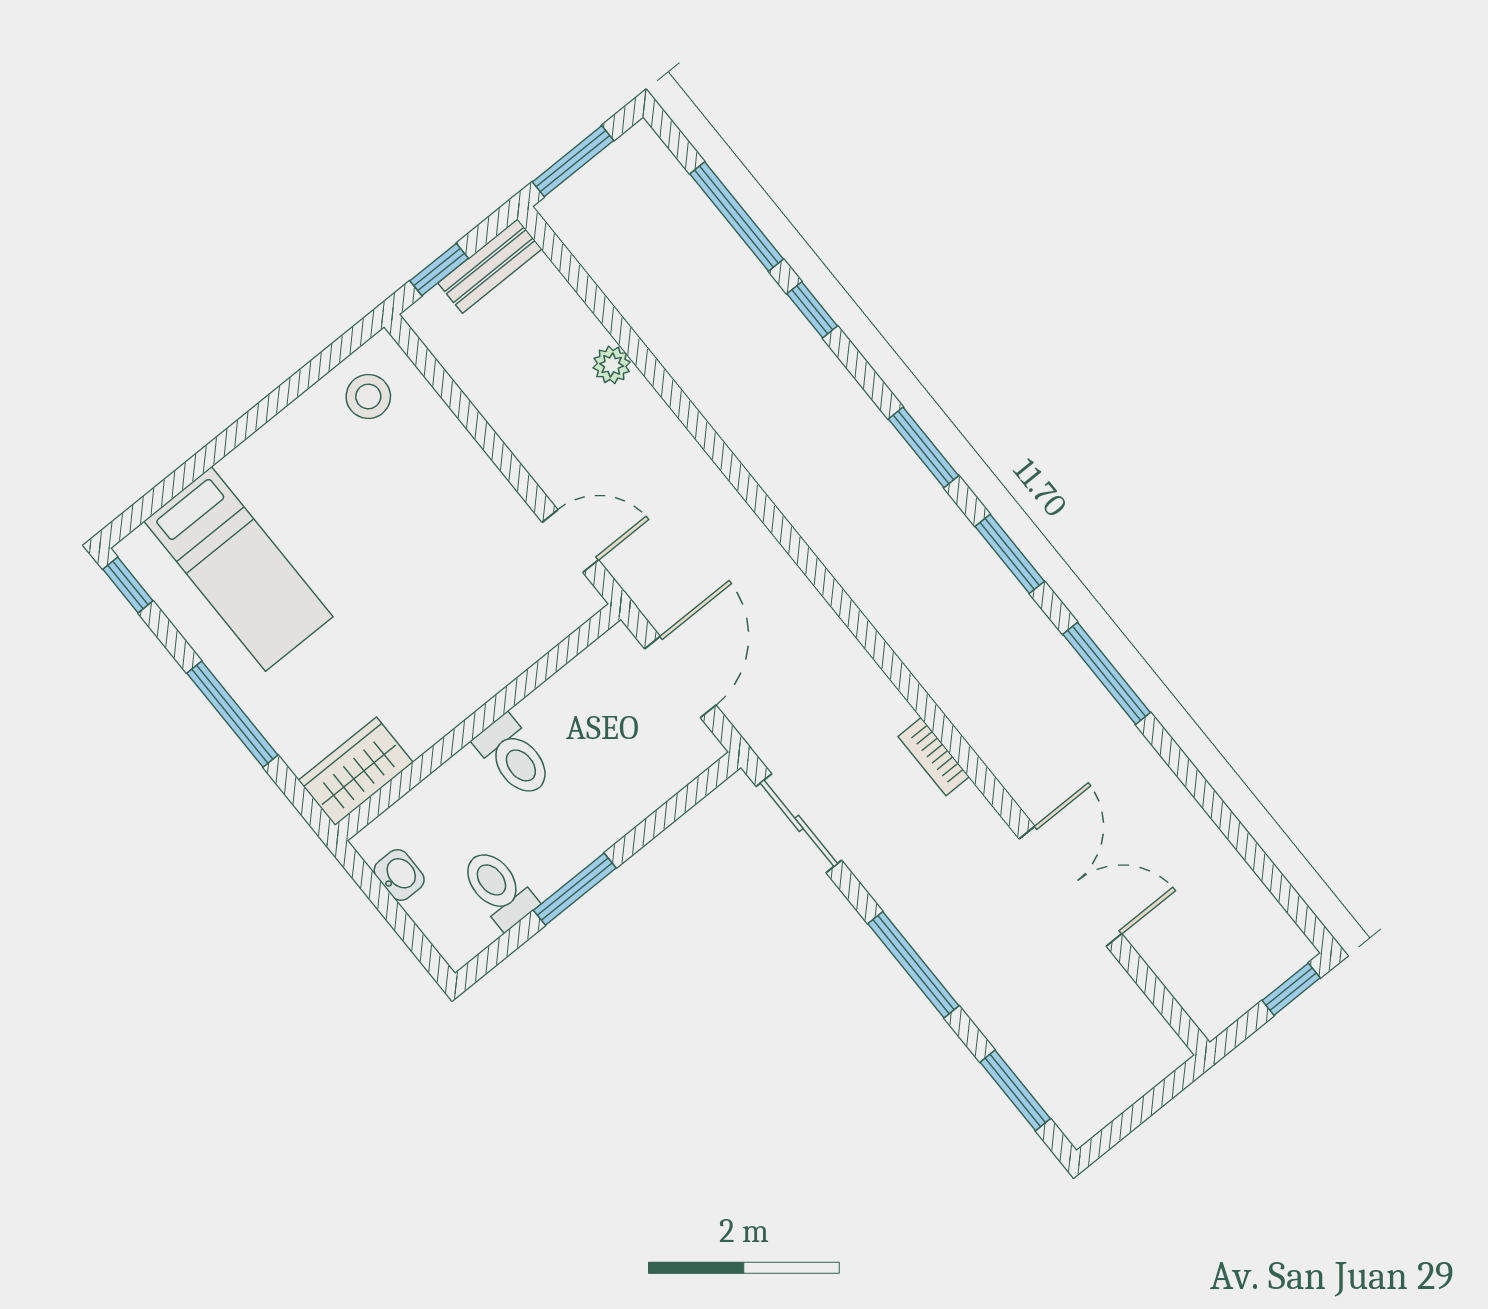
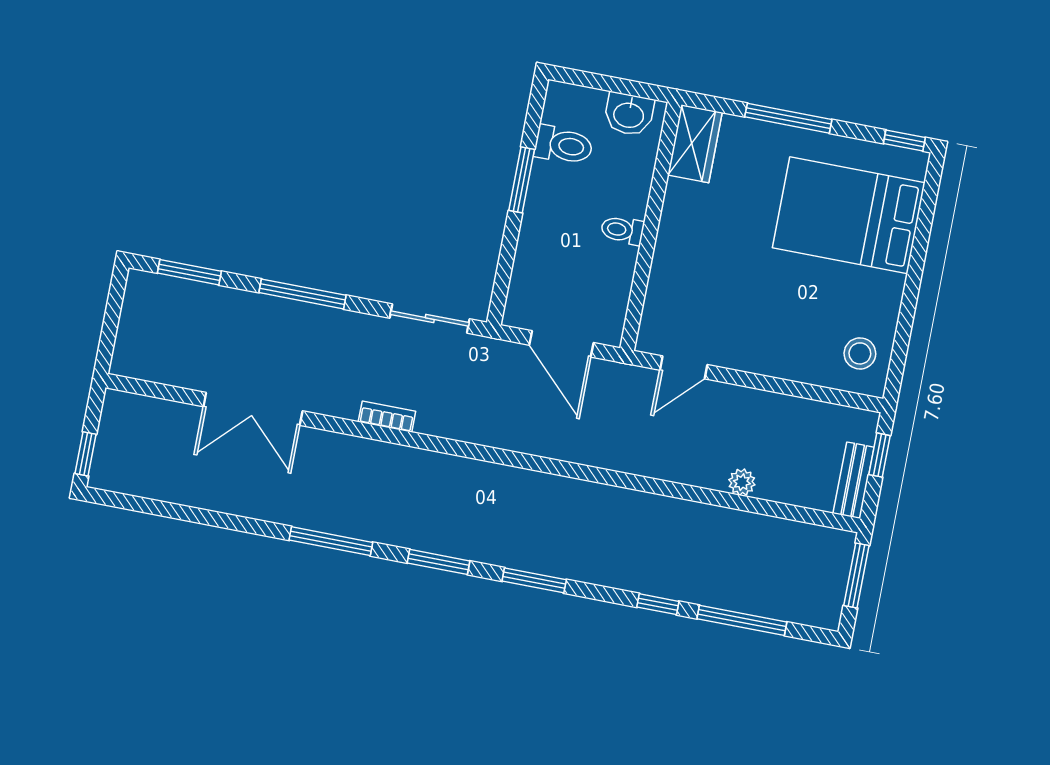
bed: (238, 569) -> (849, 215), width x1.50
toilet: (514, 757) -> (622, 230), width x0.73, depth x0.72
washbasin: (399, 875) -> (629, 114), width x1.38, depth x1.45

